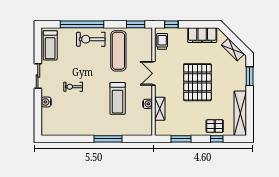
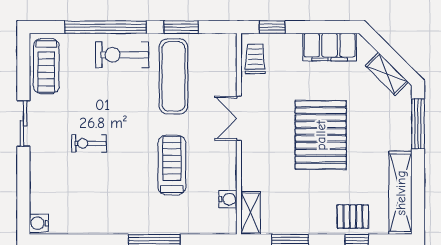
window: (136, 24) -> (181, 27), moved
window: (250, 76) -> (418, 124), width x1.44
treadmill: (118, 98) -> (172, 165), turned 180
water cooler: (46, 102) -> (39, 223), moved
water cooler: (148, 104) -> (228, 199), moved
shelving: (160, 109) -> (251, 213), moved

